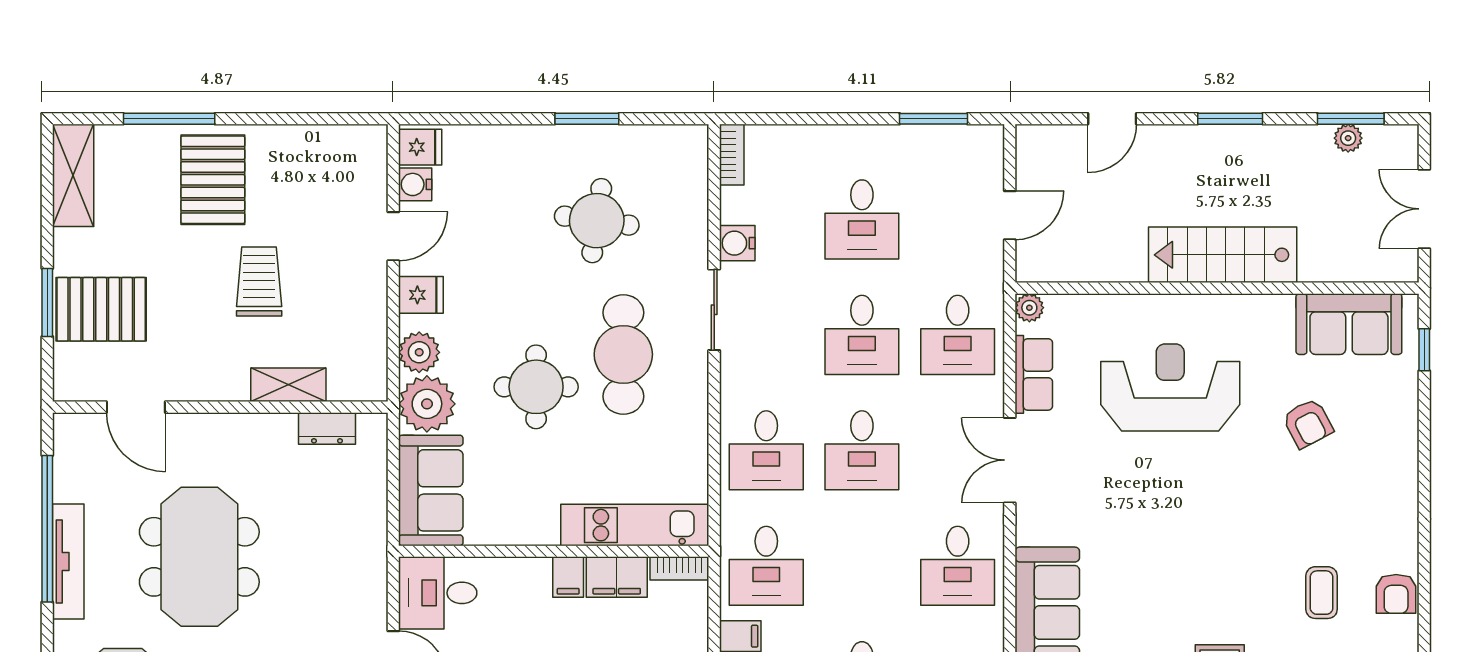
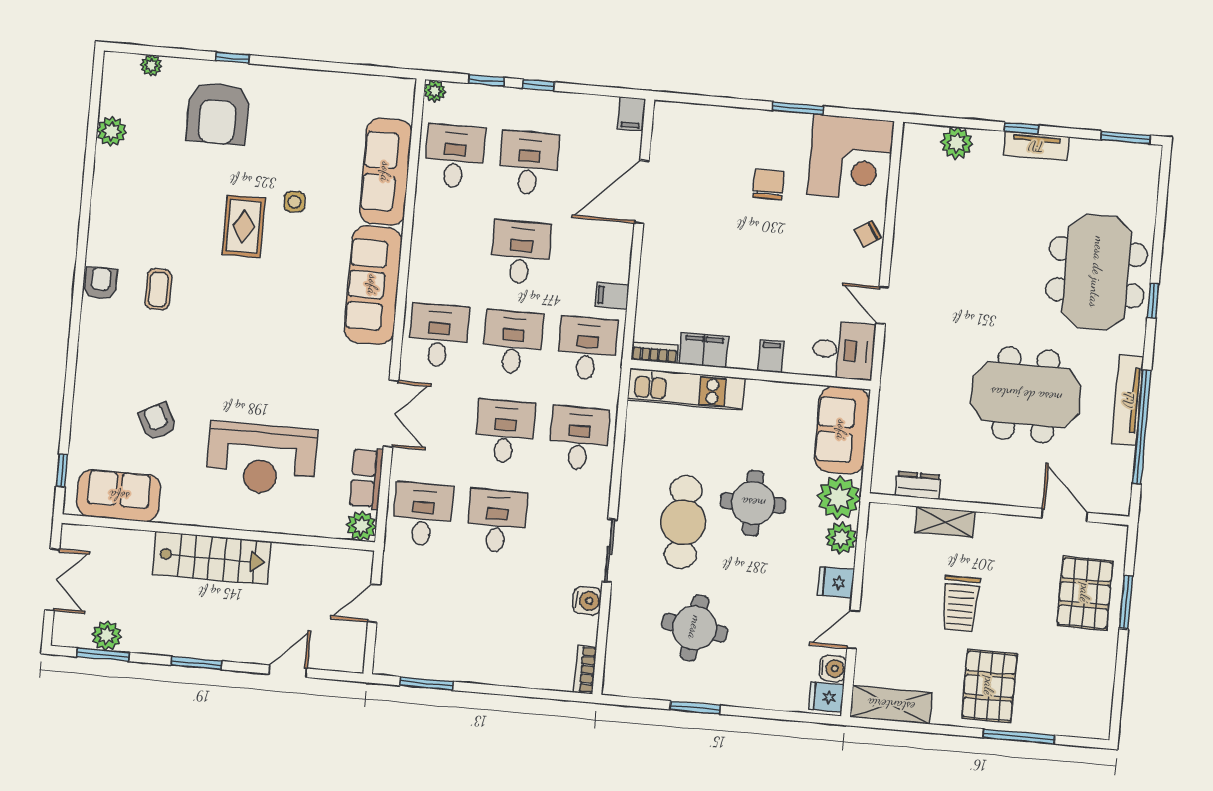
plant: (1348, 138) -> (107, 636), width x1.38, depth x1.38
shelving: (73, 175) -> (891, 705), moved, turned 90
desk: (862, 219) -> (513, 342), moved
plant: (1029, 308) -> (361, 526), width x1.38, depth x1.38
pallet: (101, 309) -> (1085, 593), turned 90
meeting table: (199, 557) -> (1026, 395), turned 90
filing cabinet: (568, 577) -> (771, 356), moved

